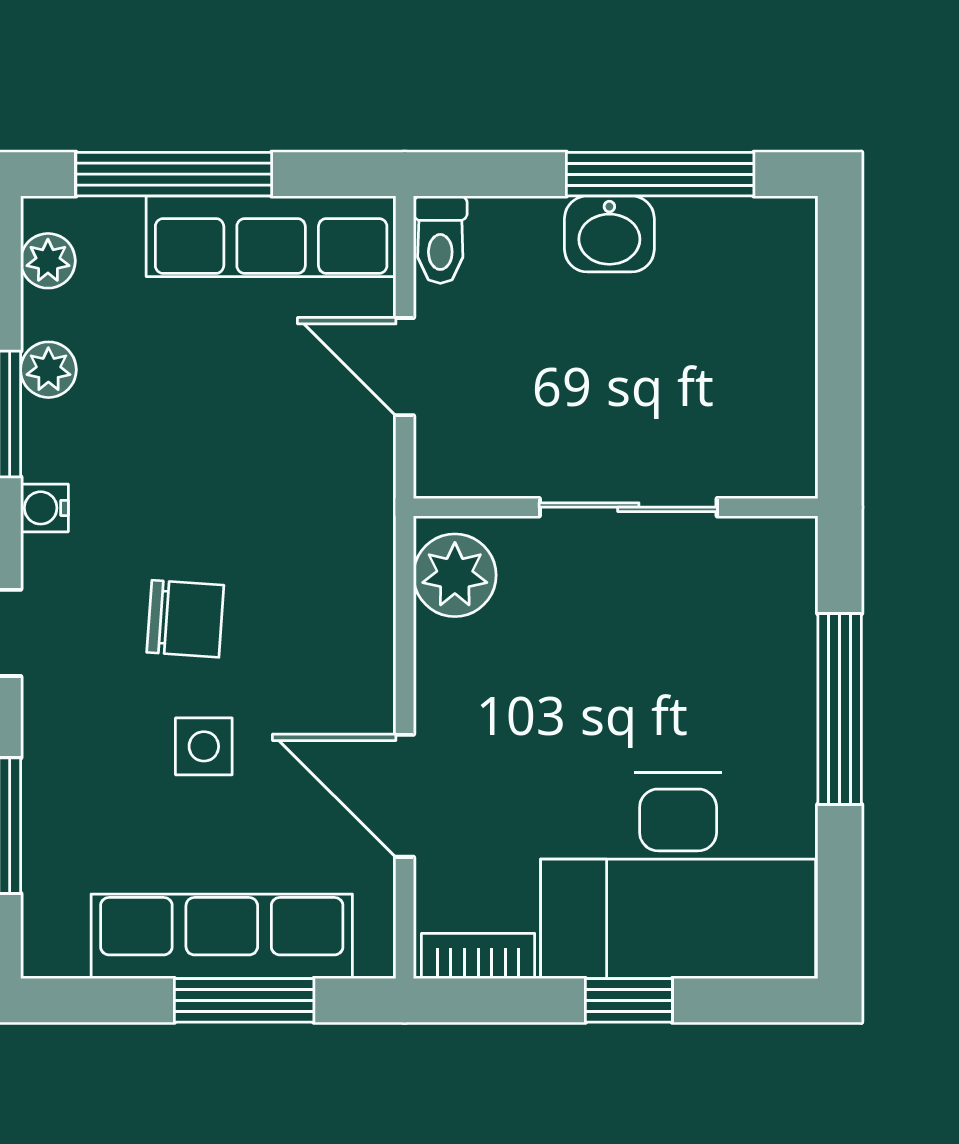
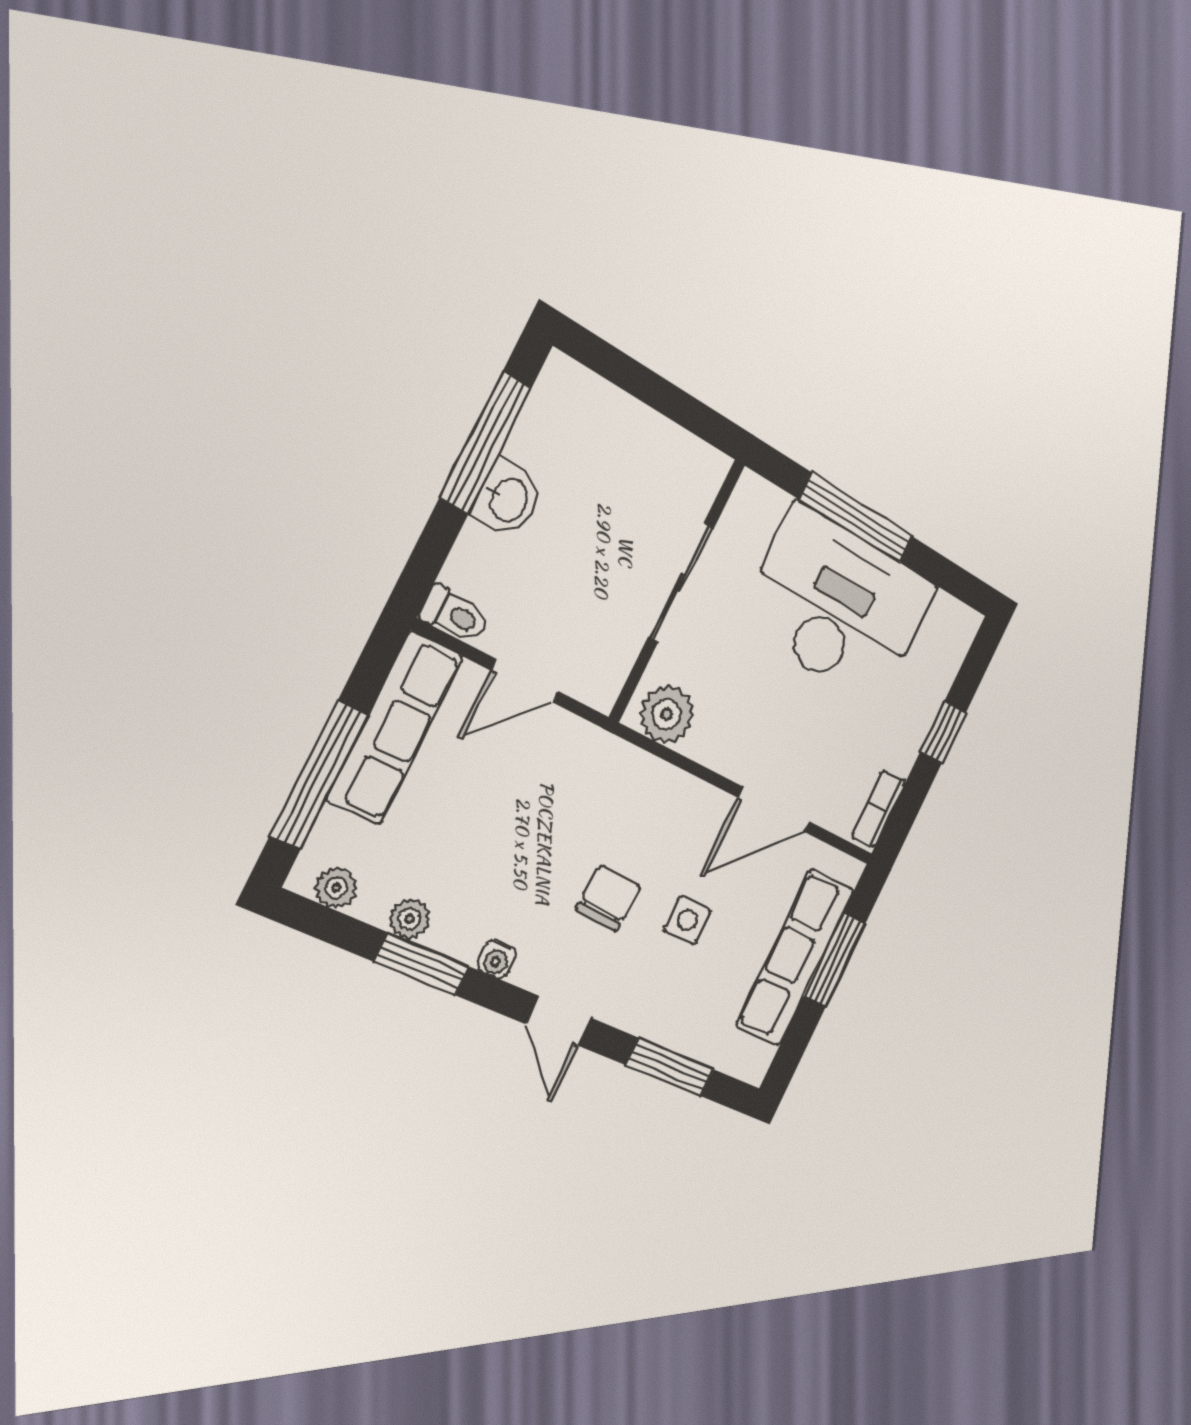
desk: (678, 876) -> (838, 605), moved, turned -90

